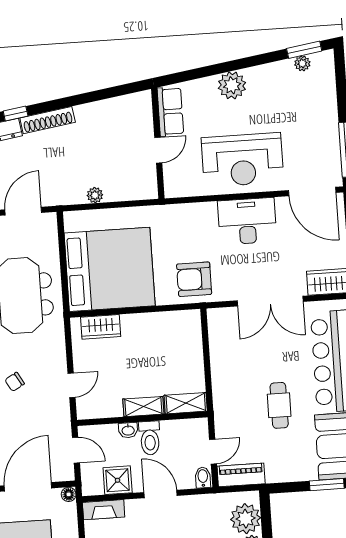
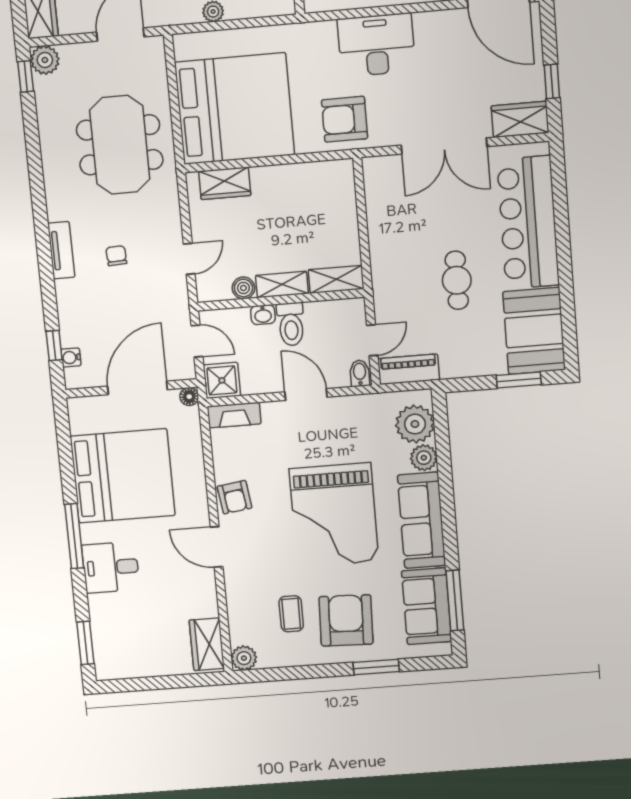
desk: (247, 221) -> (376, 45), moved
chair: (15, 382) -> (116, 256), turned 117
boiler: (113, 409) -> (243, 288), added
shower: (118, 480) -> (222, 380), moved

